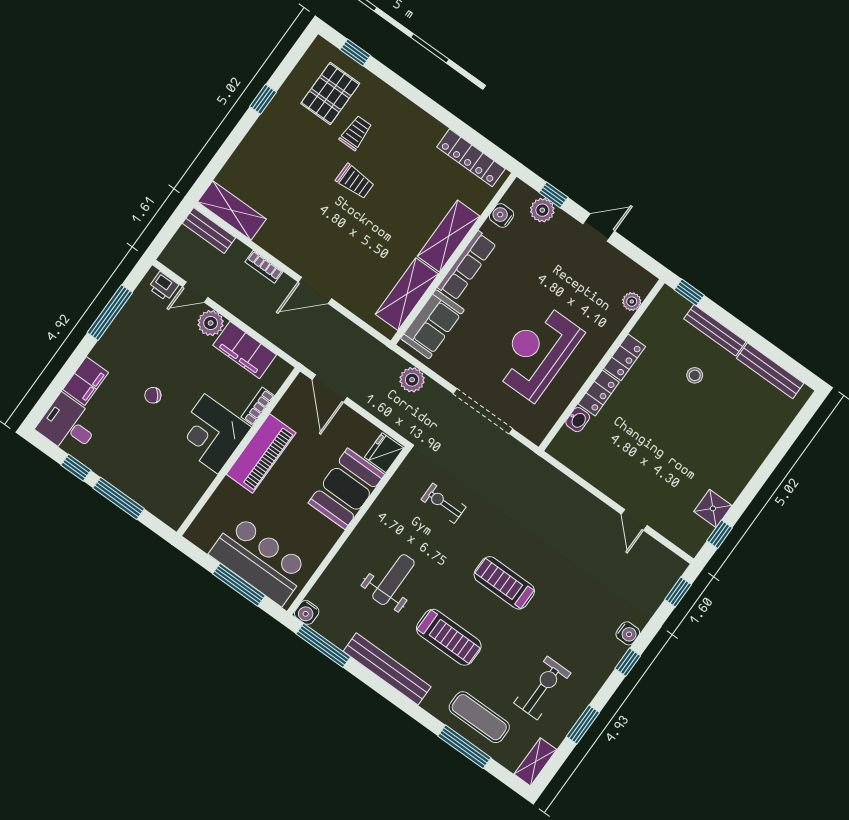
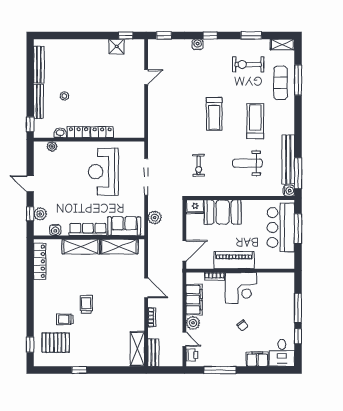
reception desk: (538, 352) -> (103, 172), turned 90
washbasin: (578, 420) -> (60, 133), moved
bench: (387, 669) -> (288, 159), moved

